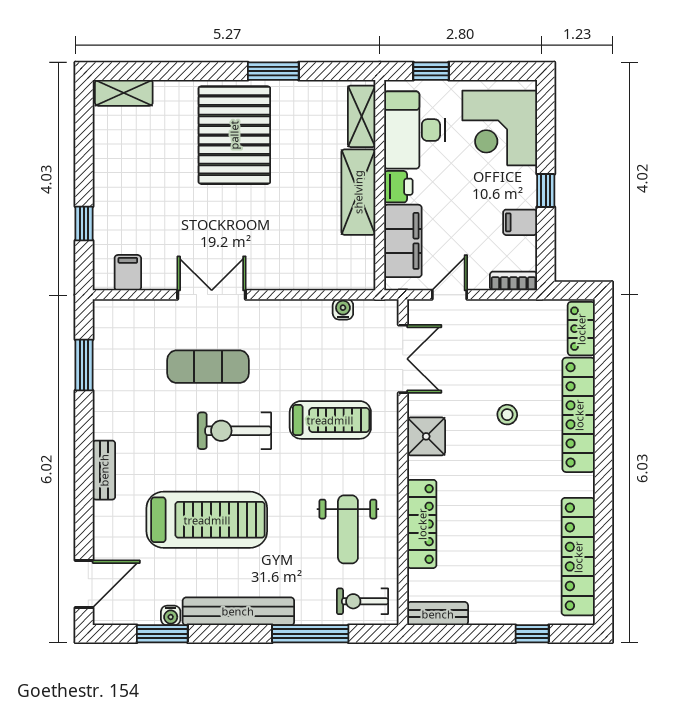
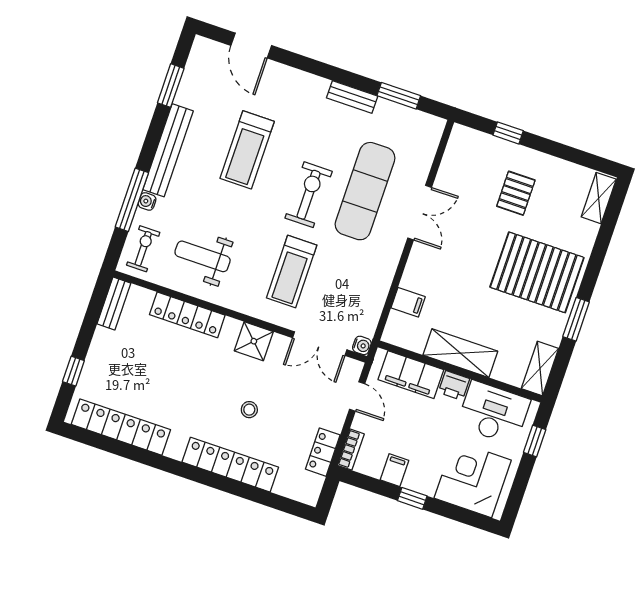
shelving: (362, 116) -> (540, 368), moved, turned 90
pallet: (151, 191) -> (516, 193), added
filing cabinet: (128, 273) -> (408, 302), moved
water cooler: (343, 309) -> (362, 345), moved
locker: (581, 329) -> (323, 452), moved, turned -90
exercise mat: (208, 367) -> (365, 191), width x1.36, depth x1.45
bench: (104, 470) -> (352, 97), moved
treadmill: (207, 520) -> (247, 150), width x0.73, depth x0.73
door: (84, 584) -> (251, 46), moved
water cooler: (171, 615) -> (147, 201), moved

